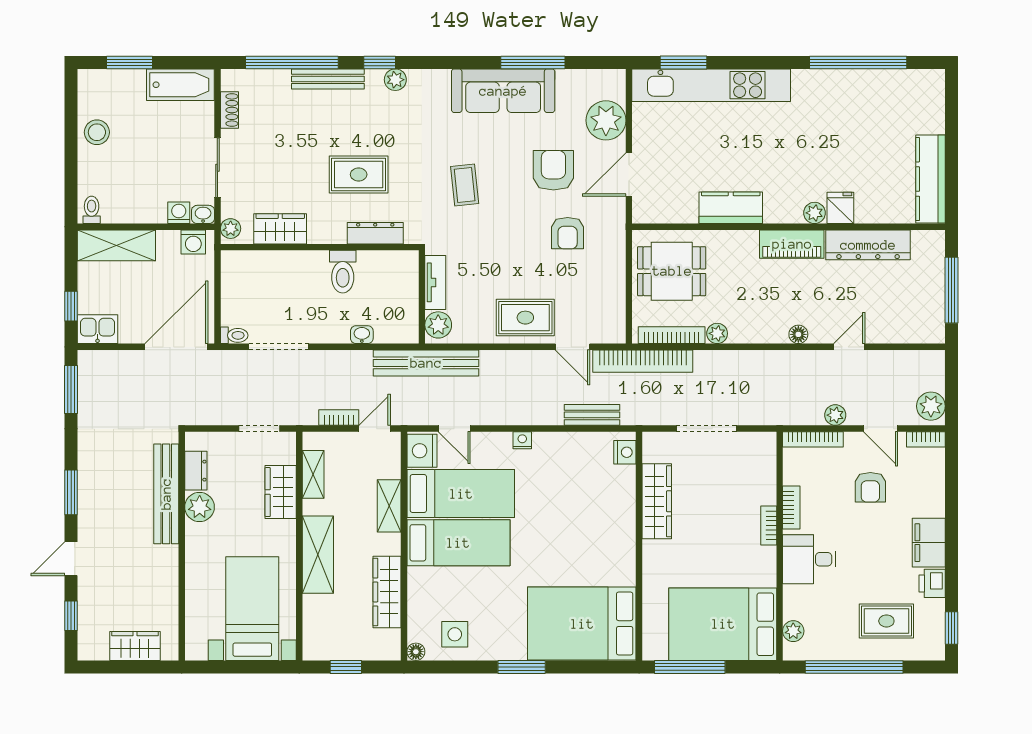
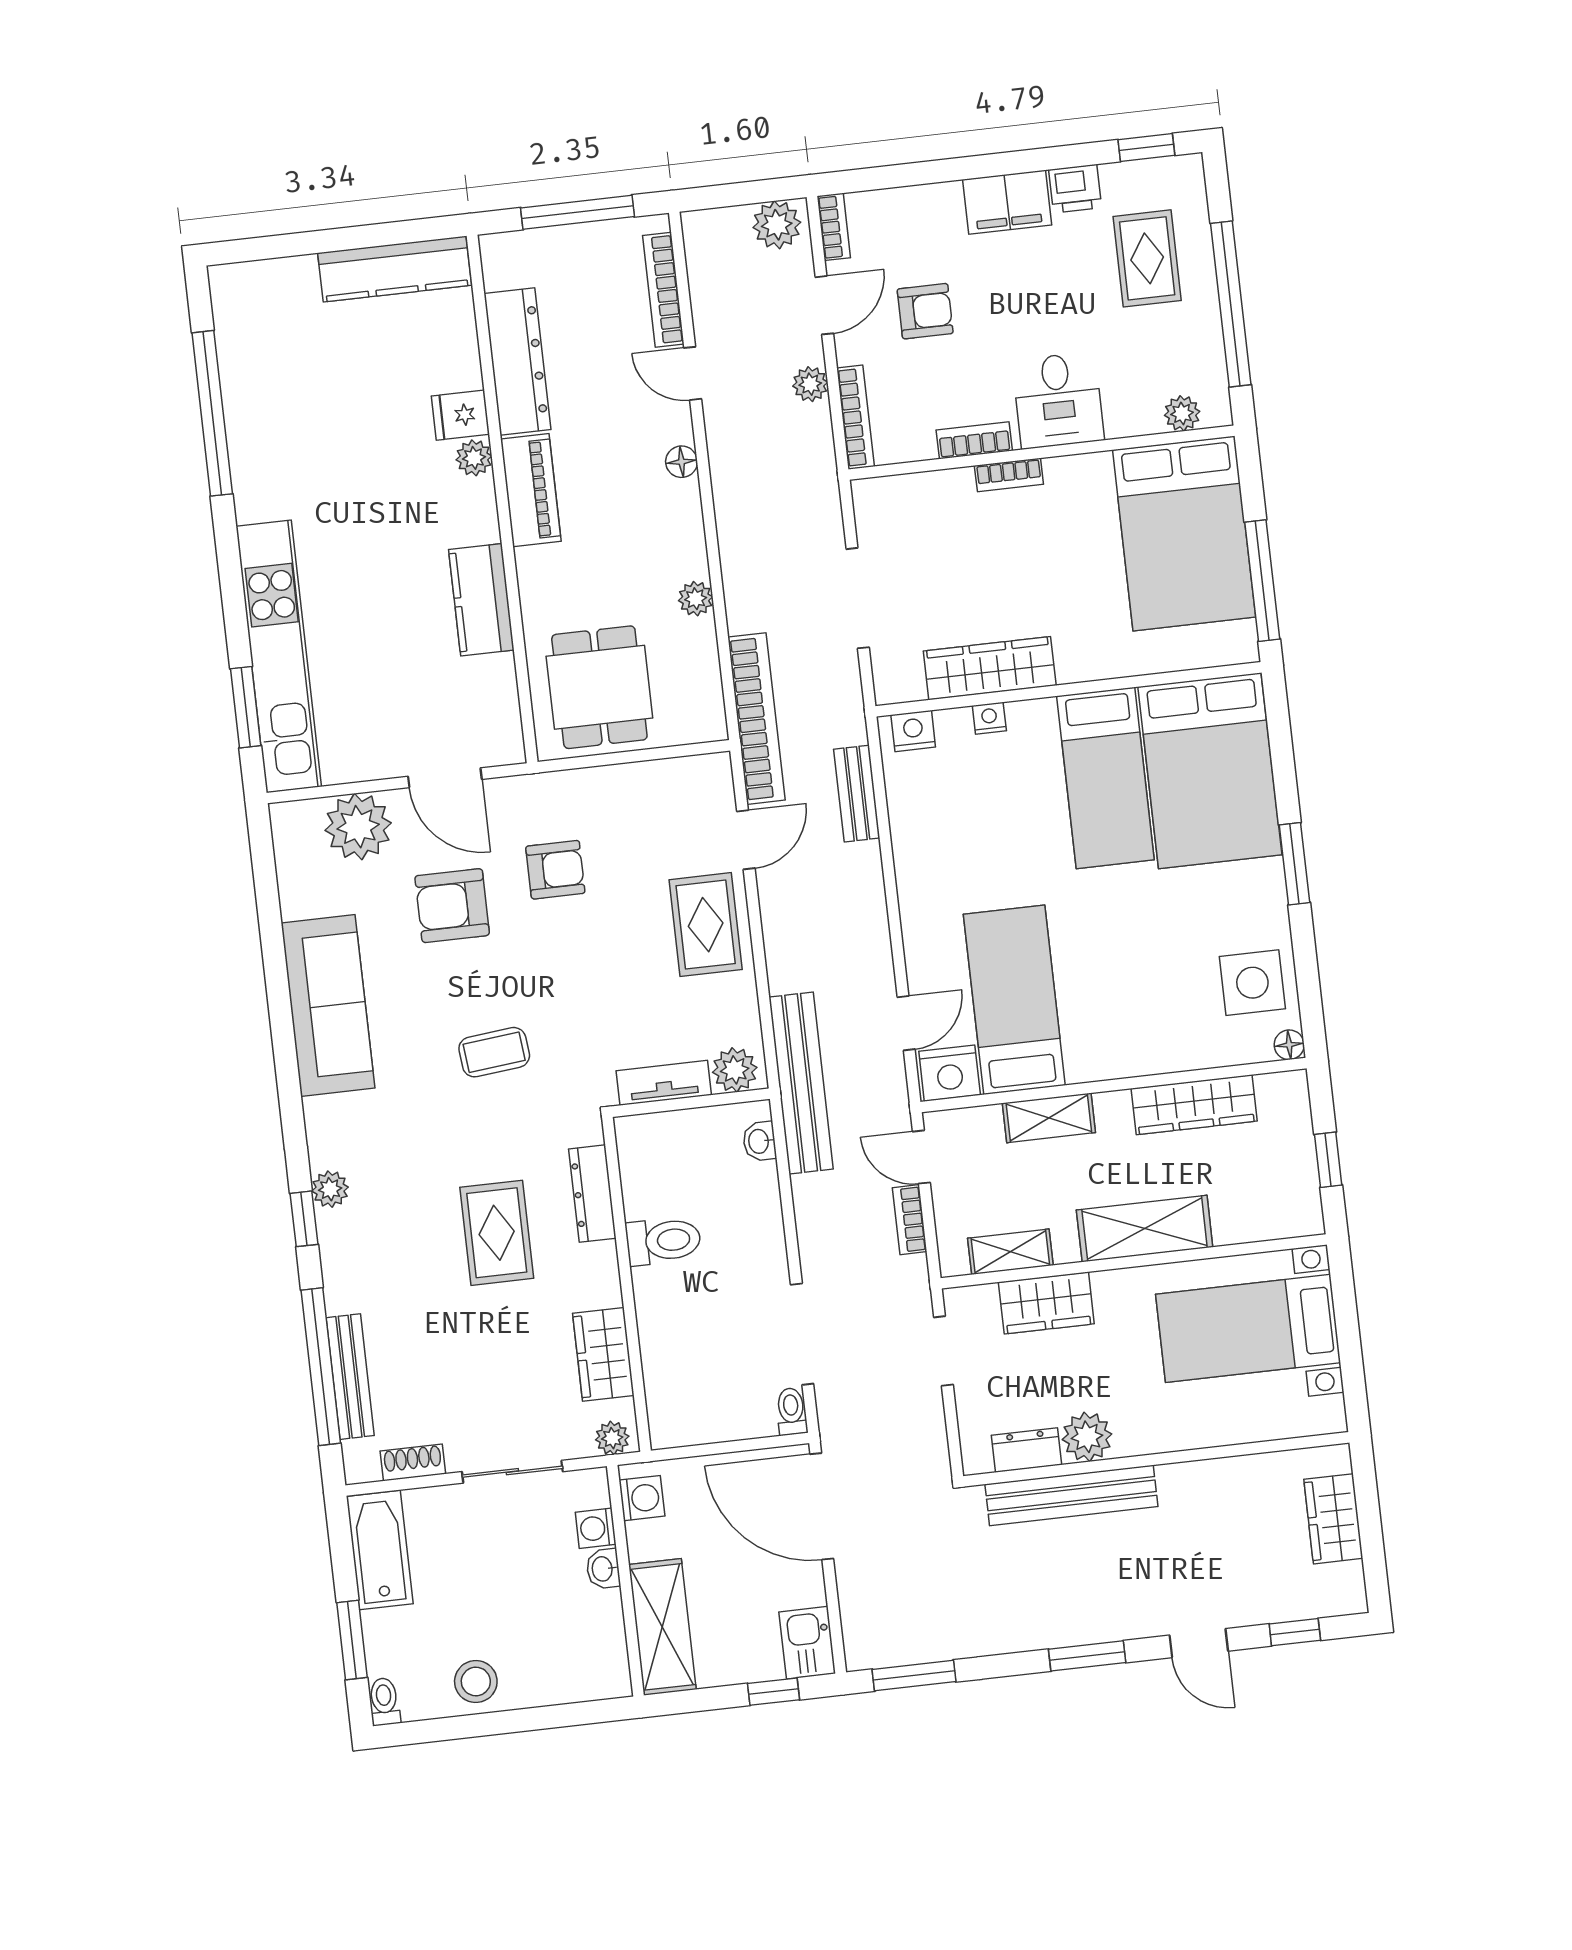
window: (533, 62) -> (275, 961), removed
bench: (328, 79) -> (350, 1377), moved
toilet: (92, 210) -> (384, 1702), moved, turned 90
washbasin: (203, 214) -> (603, 1569), moved
washbasin: (362, 335) -> (759, 1141), moved
bookcase: (672, 335) -> (663, 290), moved
nightstand: (522, 440) -> (989, 718), moved, turned 90
bed: (458, 543) -> (1105, 778), moved, turned 180
side table: (455, 634) -> (1252, 983), width x1.37, depth x1.37

